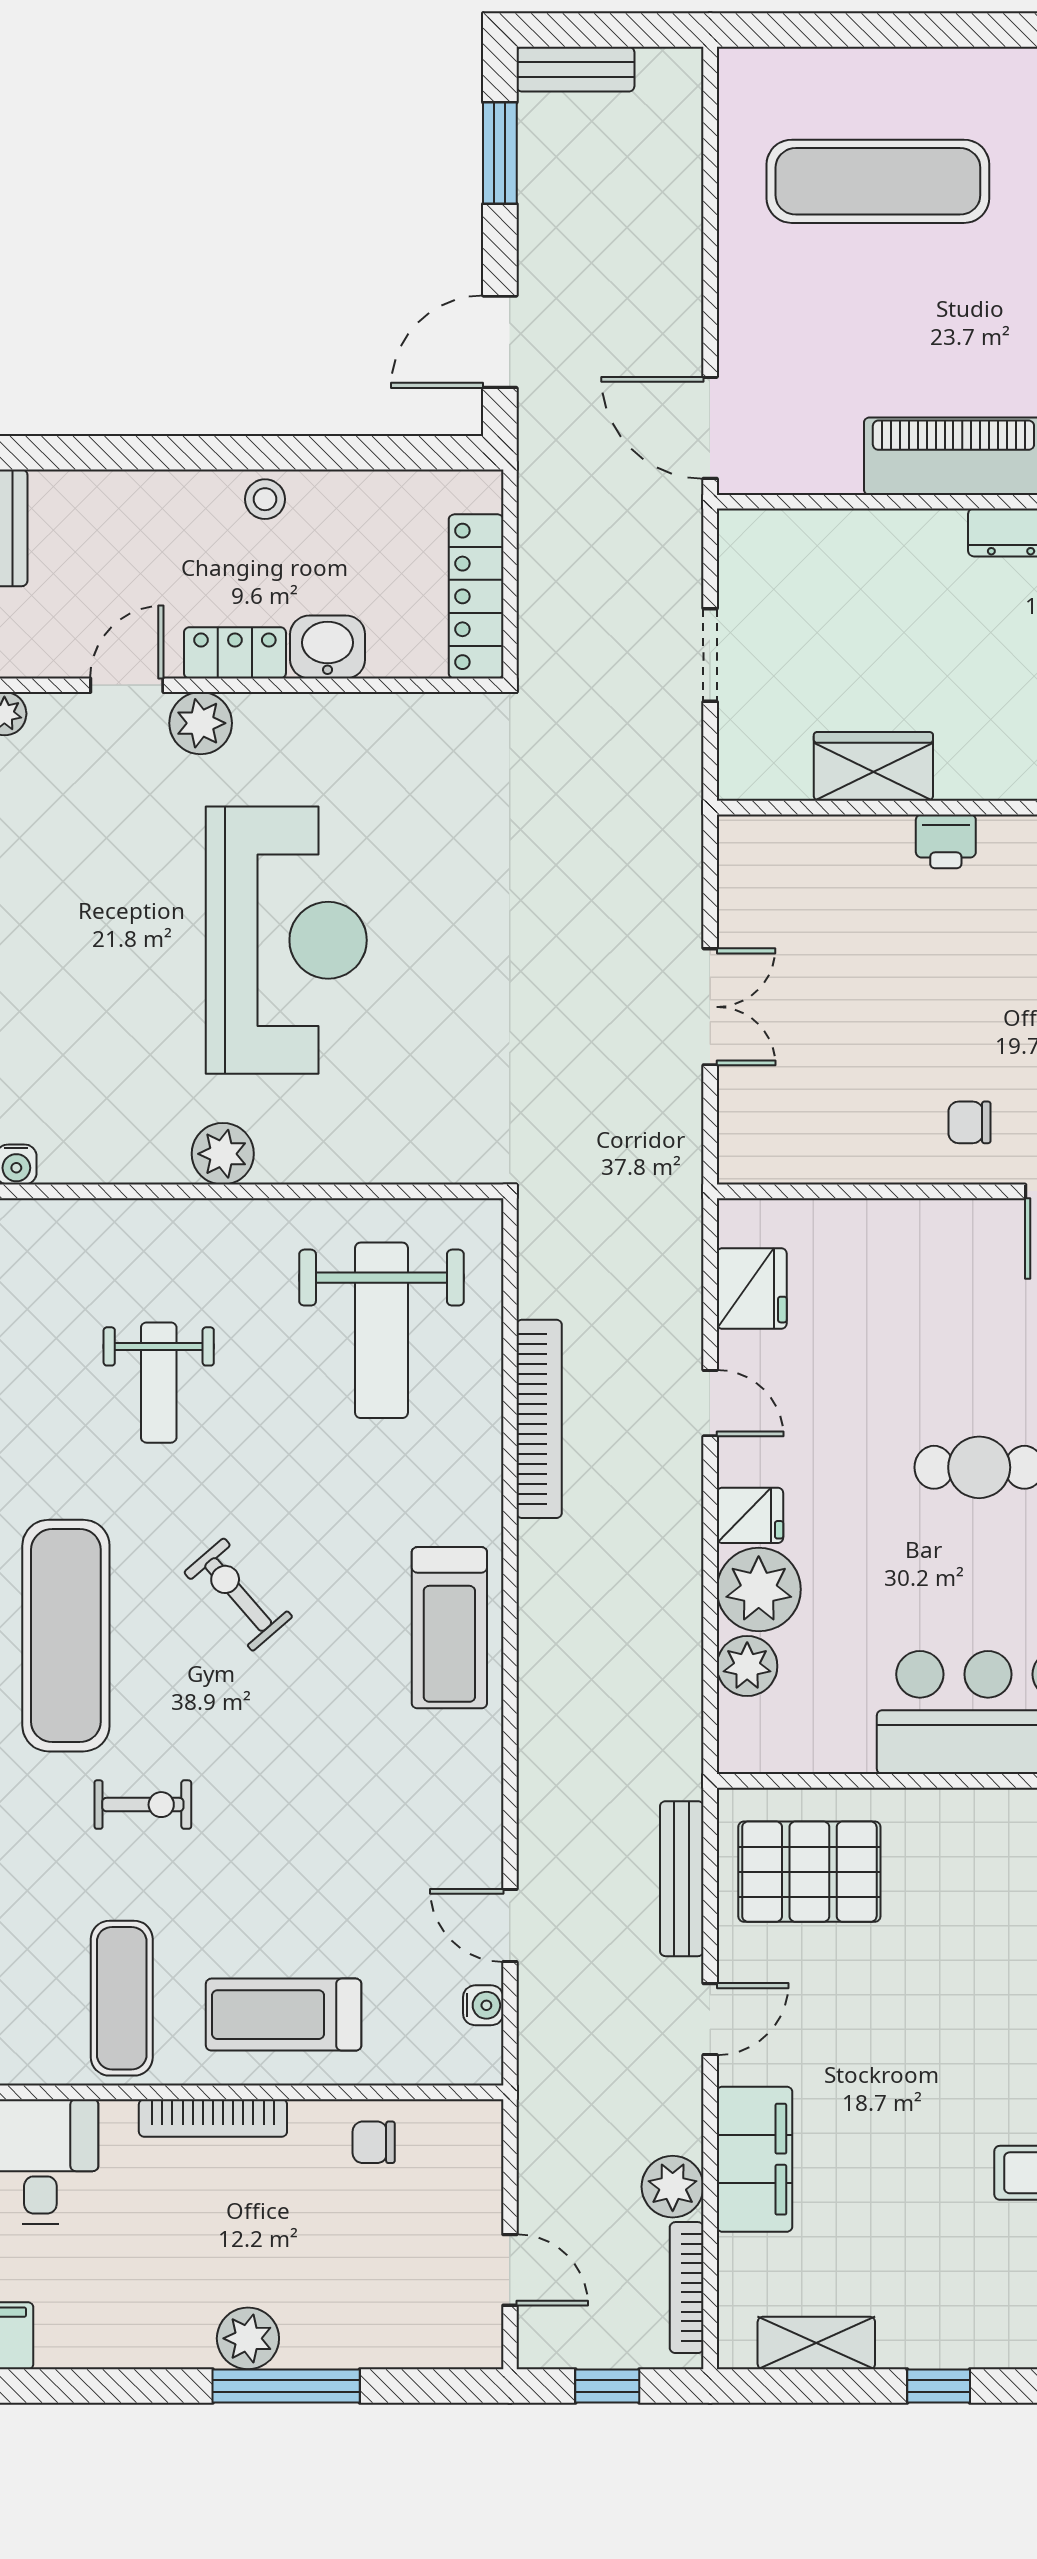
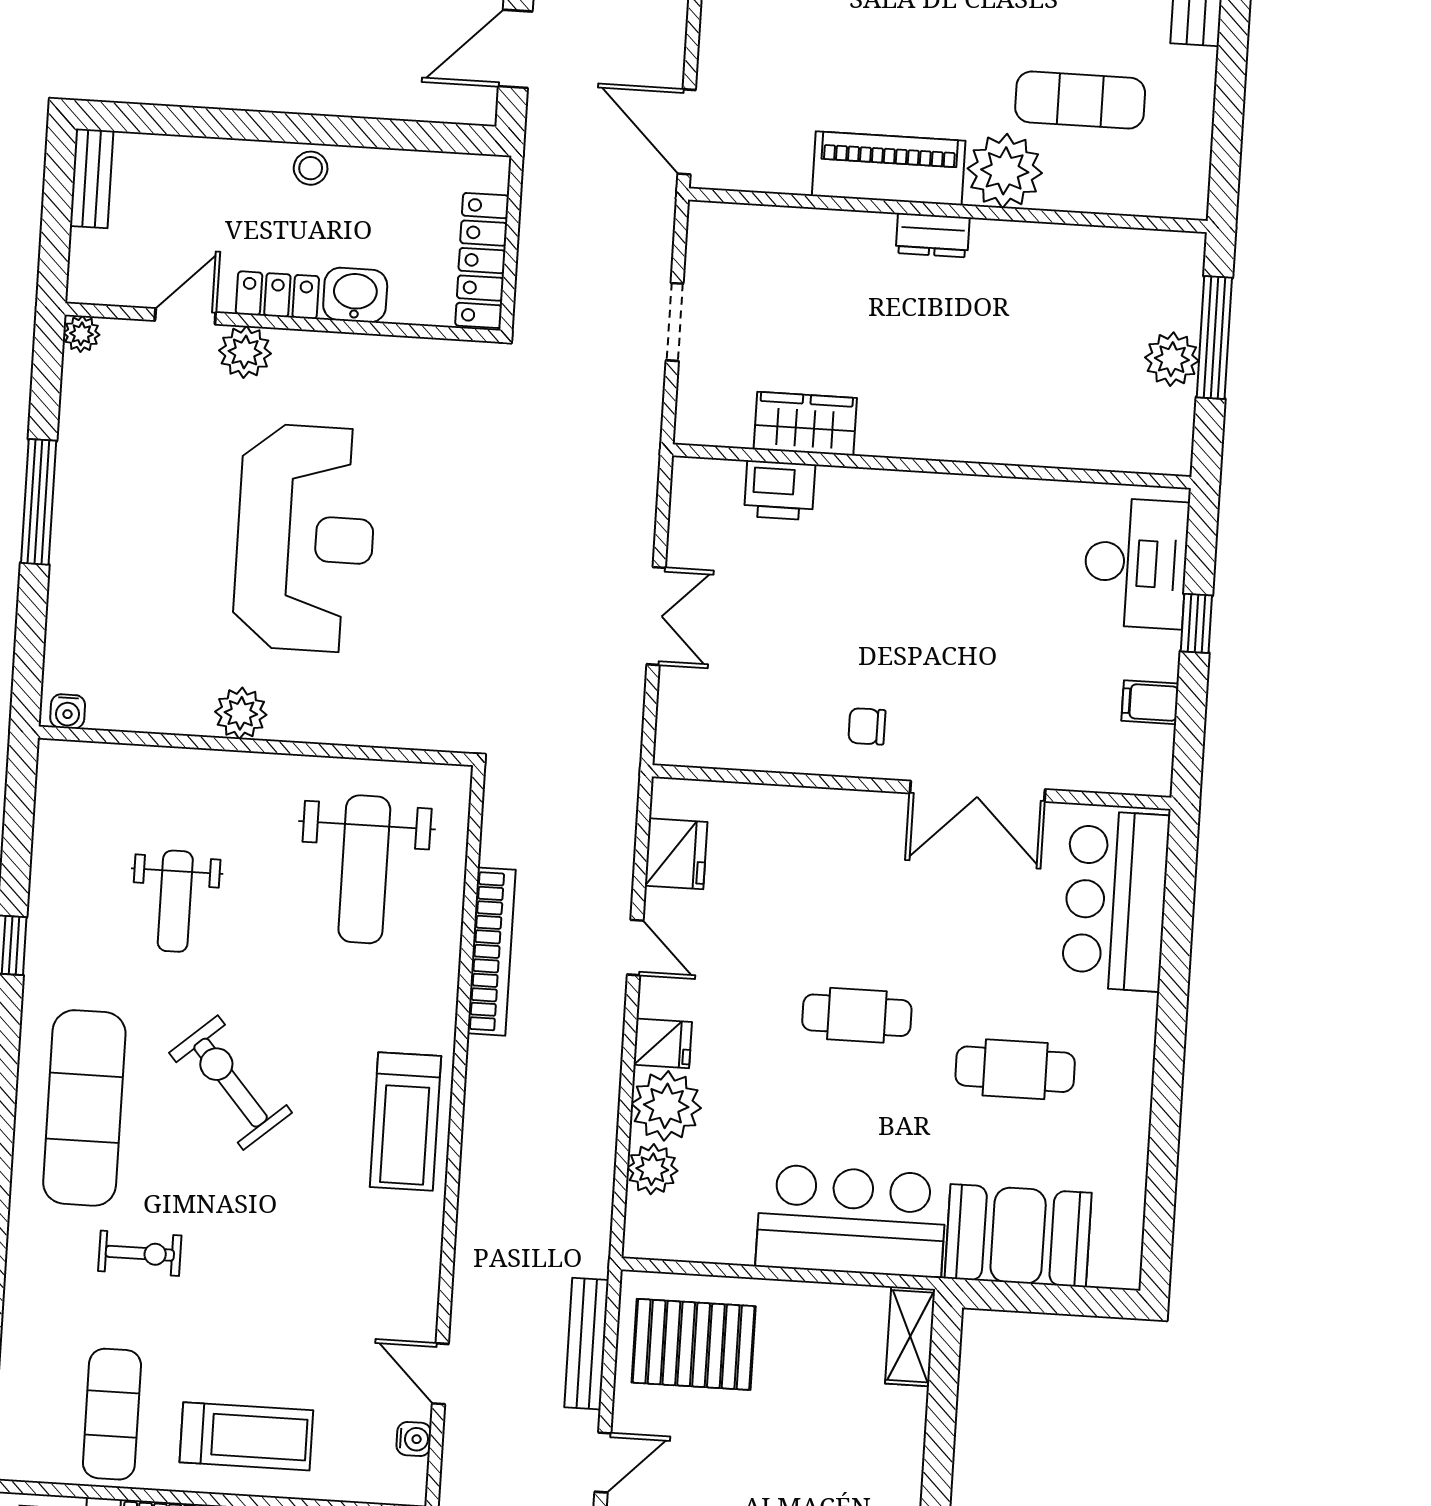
printer: (946, 841) -> (780, 490), moved, width x1.36, depth x1.24
exercise bike: (238, 1595) -> (231, 1083), width x1.38, depth x1.39
treadmill: (284, 2015) -> (246, 1436), turned 180

